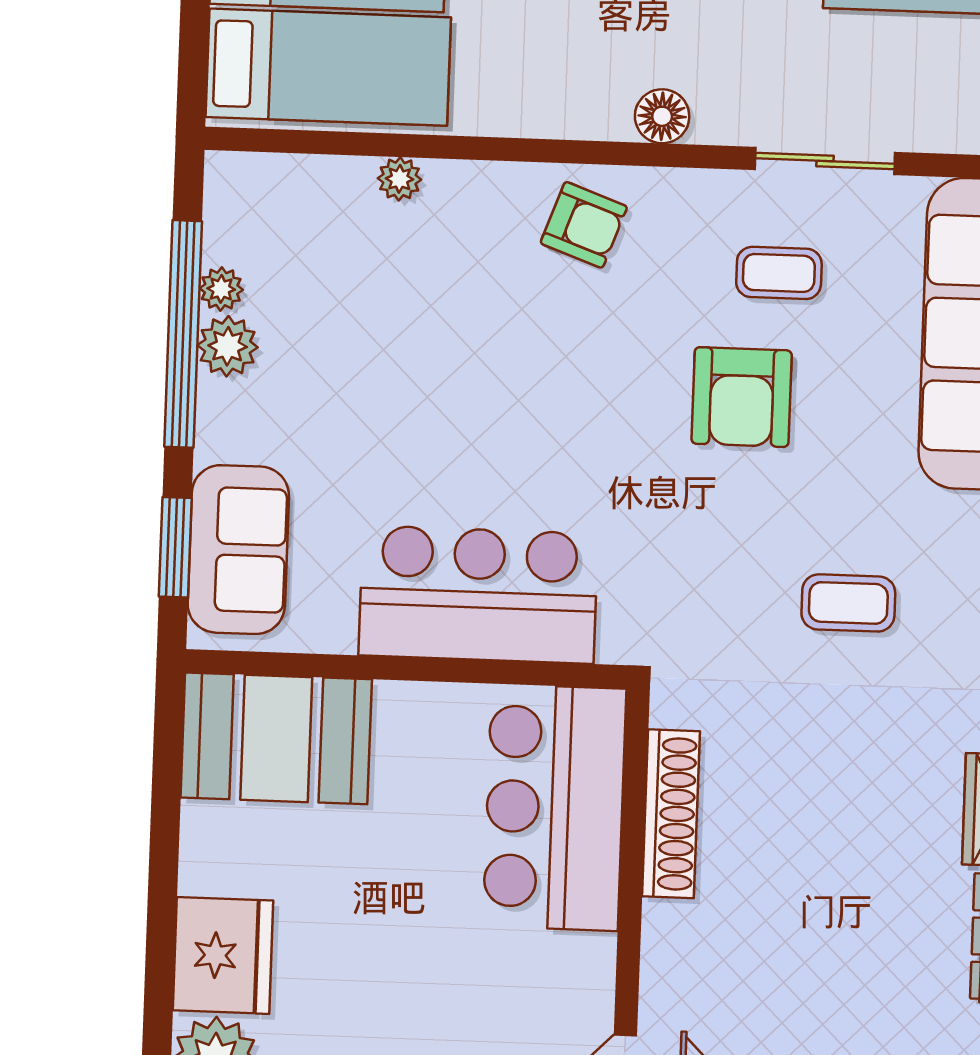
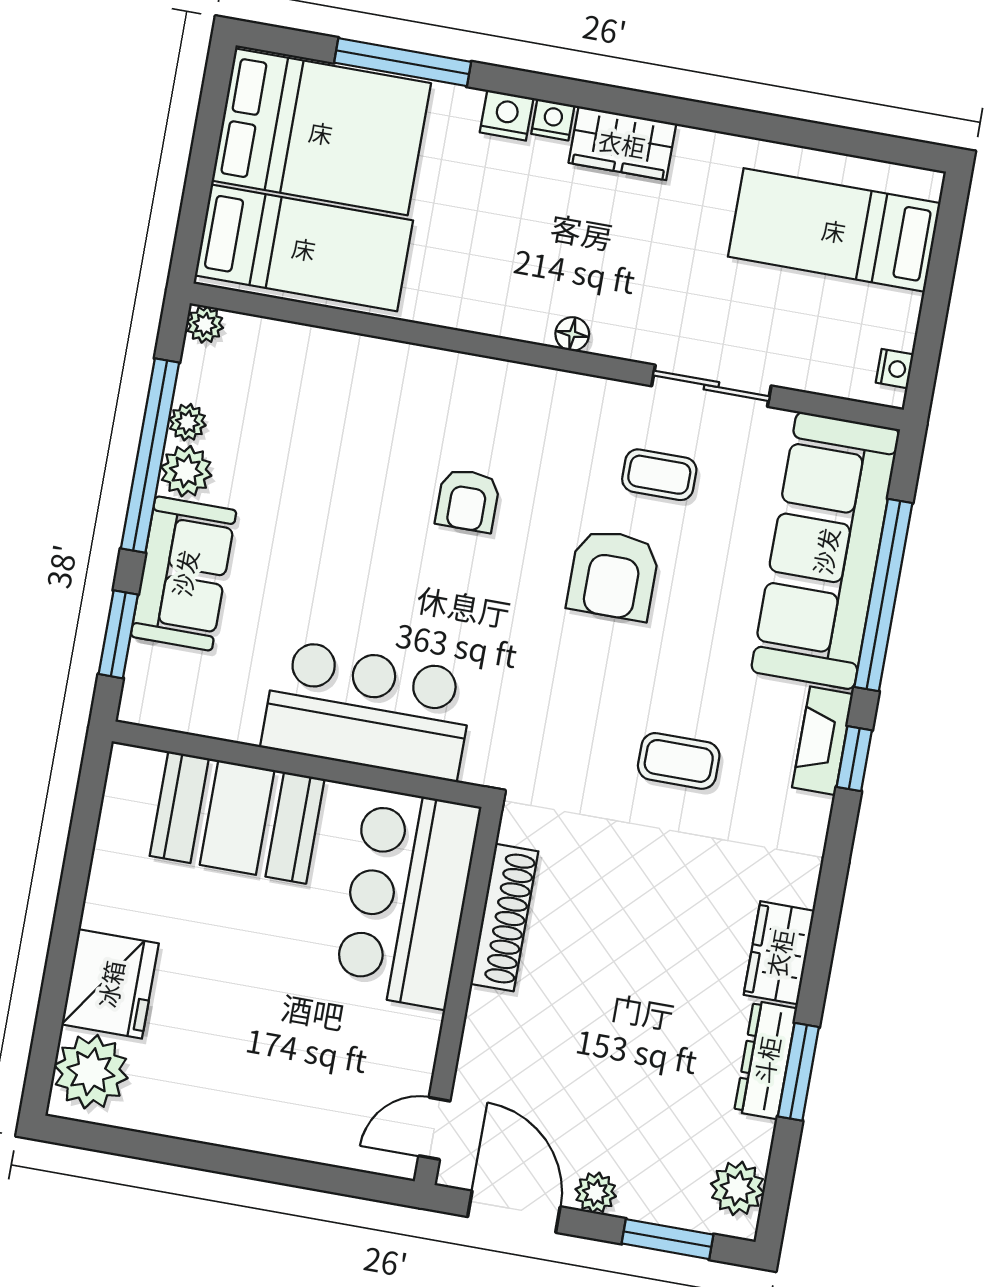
floor lamp: (662, 116) -> (572, 334), width x0.73, depth x0.73
plant: (400, 179) -> (205, 325), moved
armchair: (584, 225) -> (468, 500), moved, turned 70
sofa: (238, 550) -> (184, 573), moved
booth: (276, 738) -> (237, 817), moved

